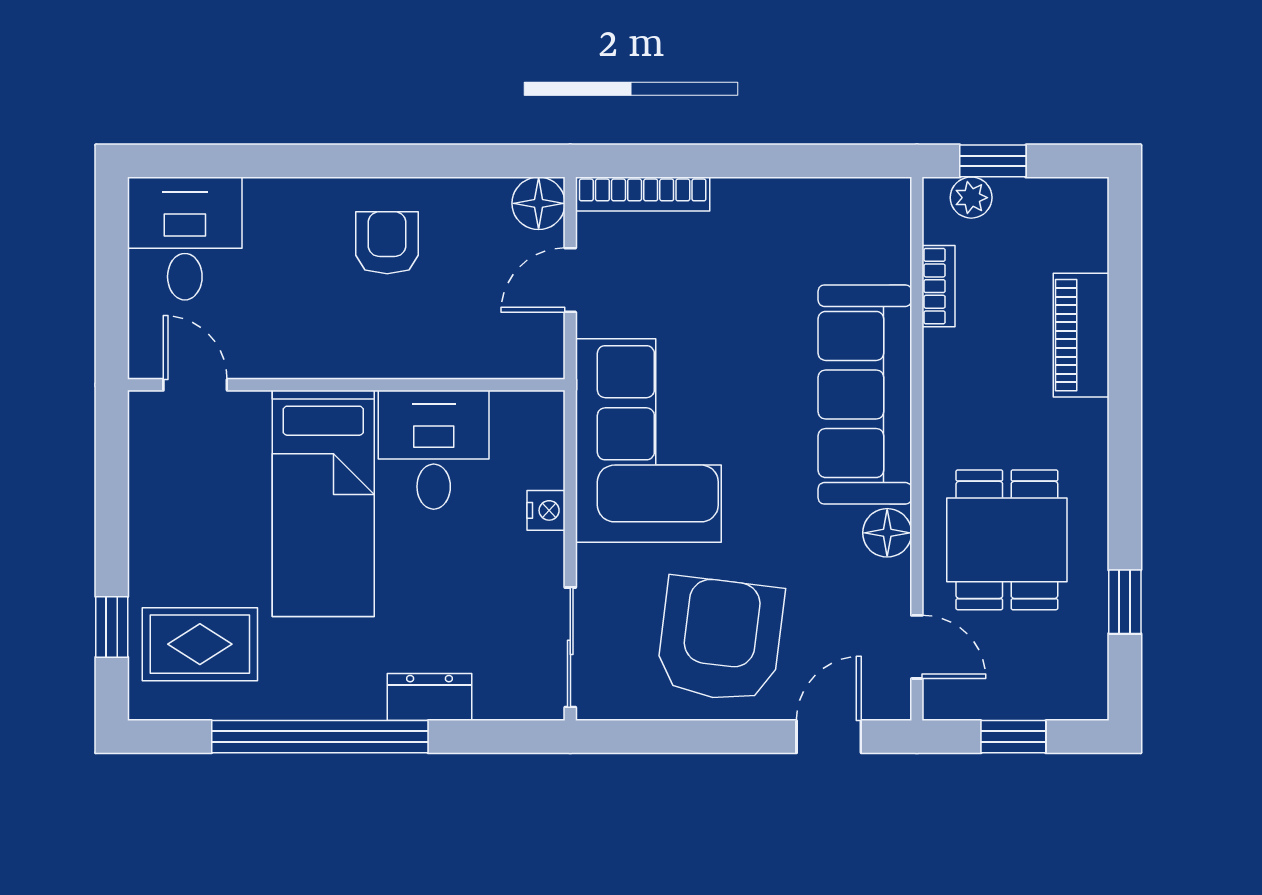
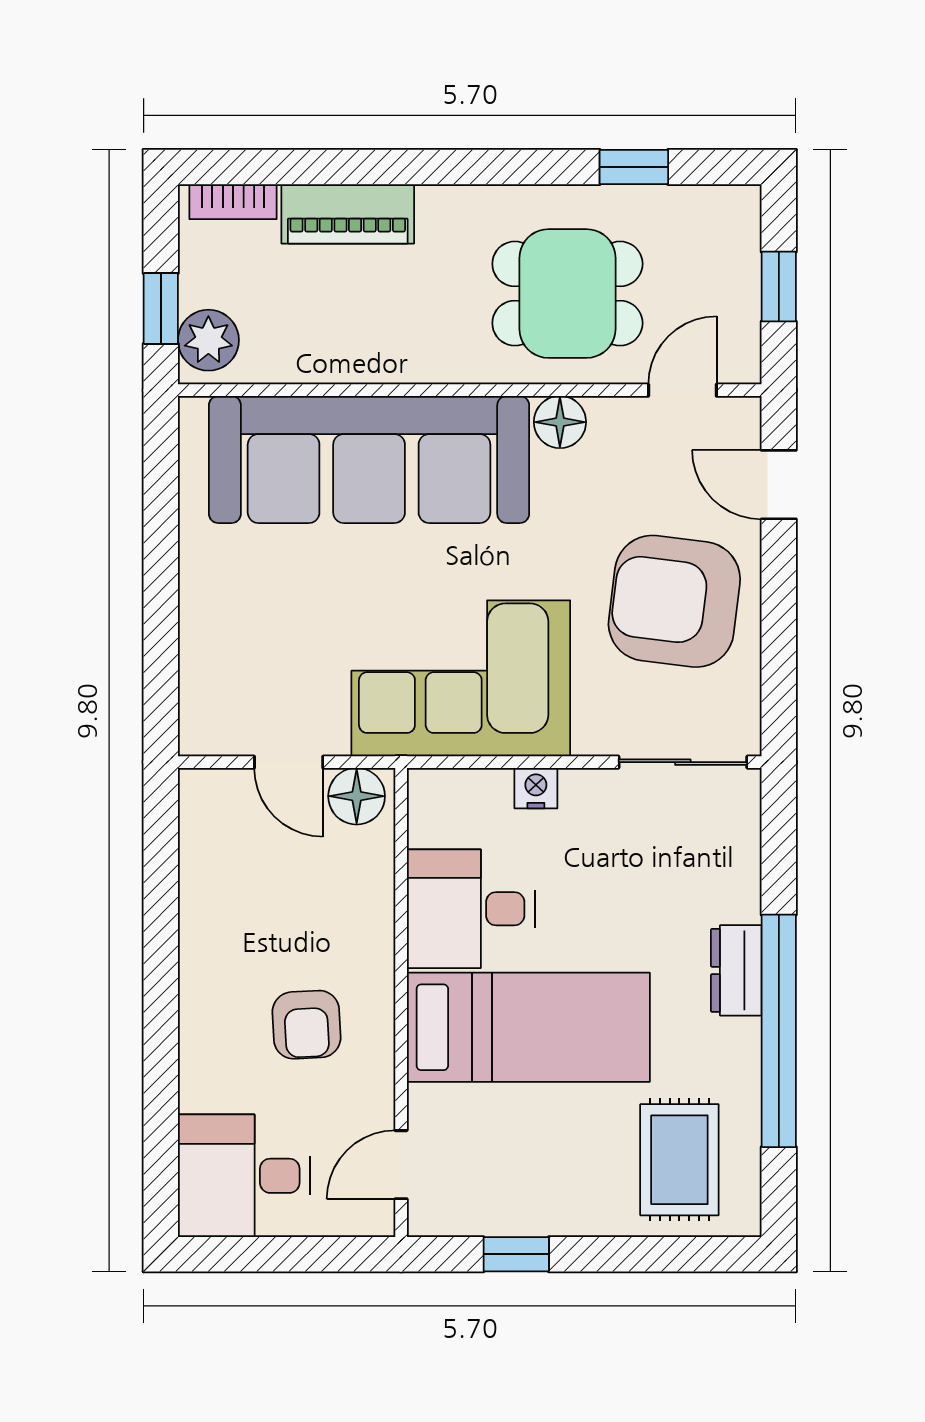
bookcase: (643, 194) -> (196, 684), removed
plant: (971, 198) -> (208, 340), width x1.38, depth x1.38
floor lamp: (539, 203) -> (357, 796), moved
armchair: (387, 243) -> (306, 1025), moved, turned -93
bookcase: (938, 286) -> (233, 202), moved, turned 180
sofa: (865, 394) -> (369, 459), width x1.36, depth x1.27
window: (112, 627) -> (516, 1254), moved
dresser: (429, 697) -> (736, 970), moved

